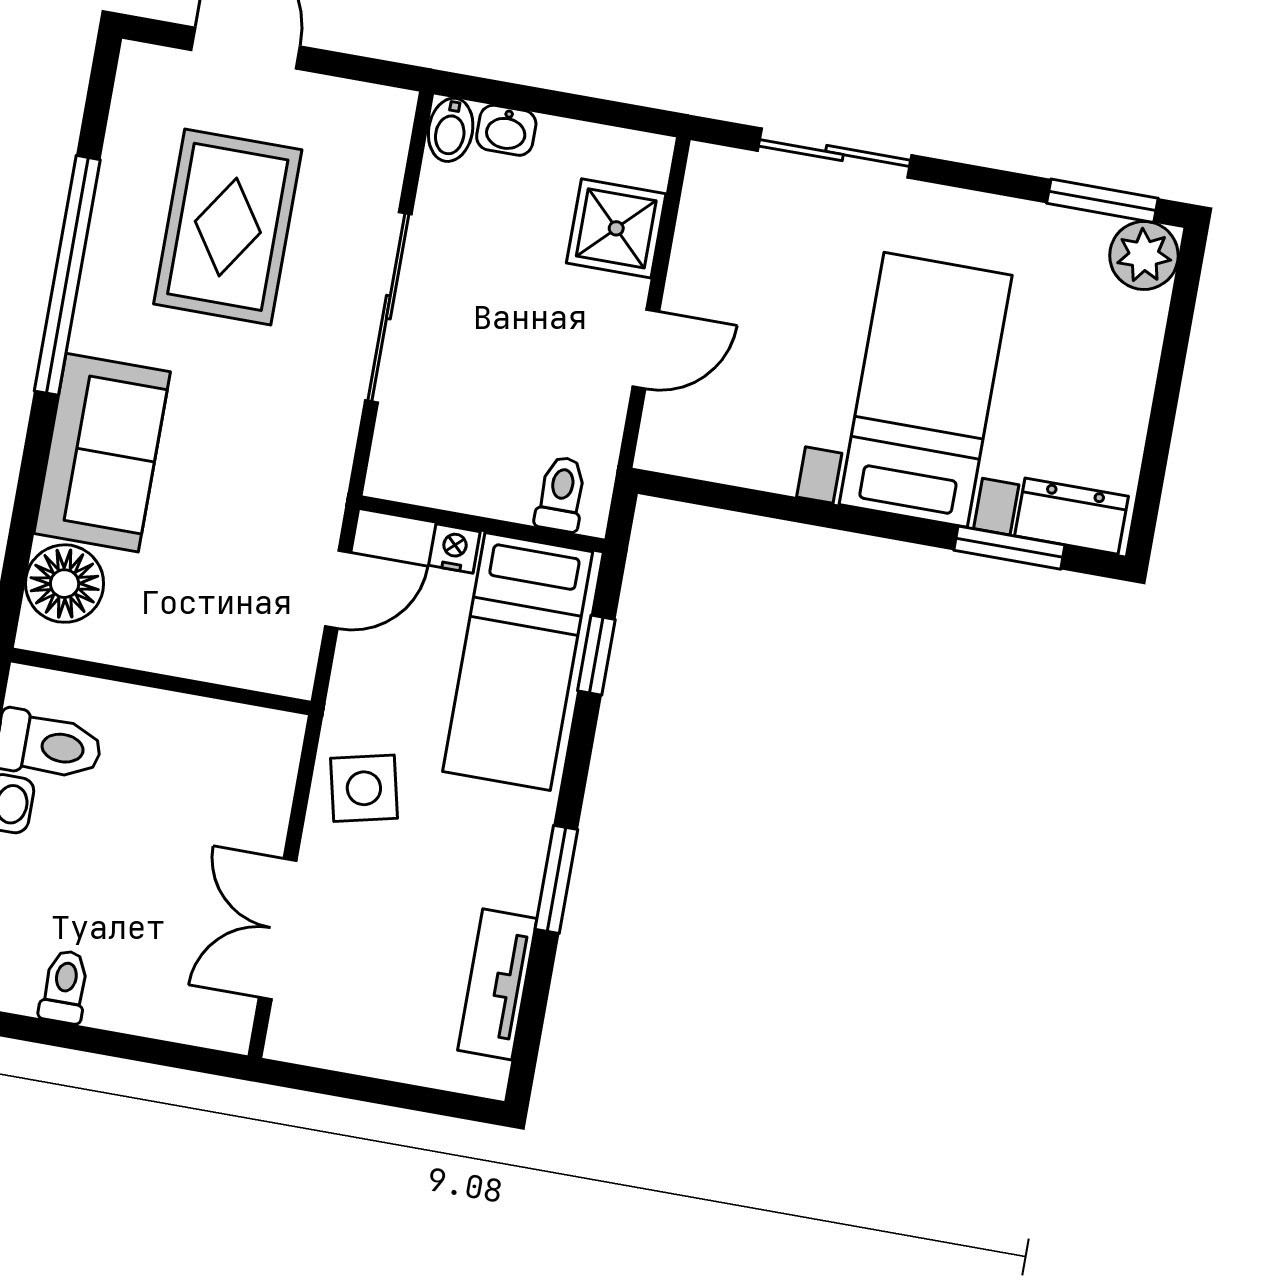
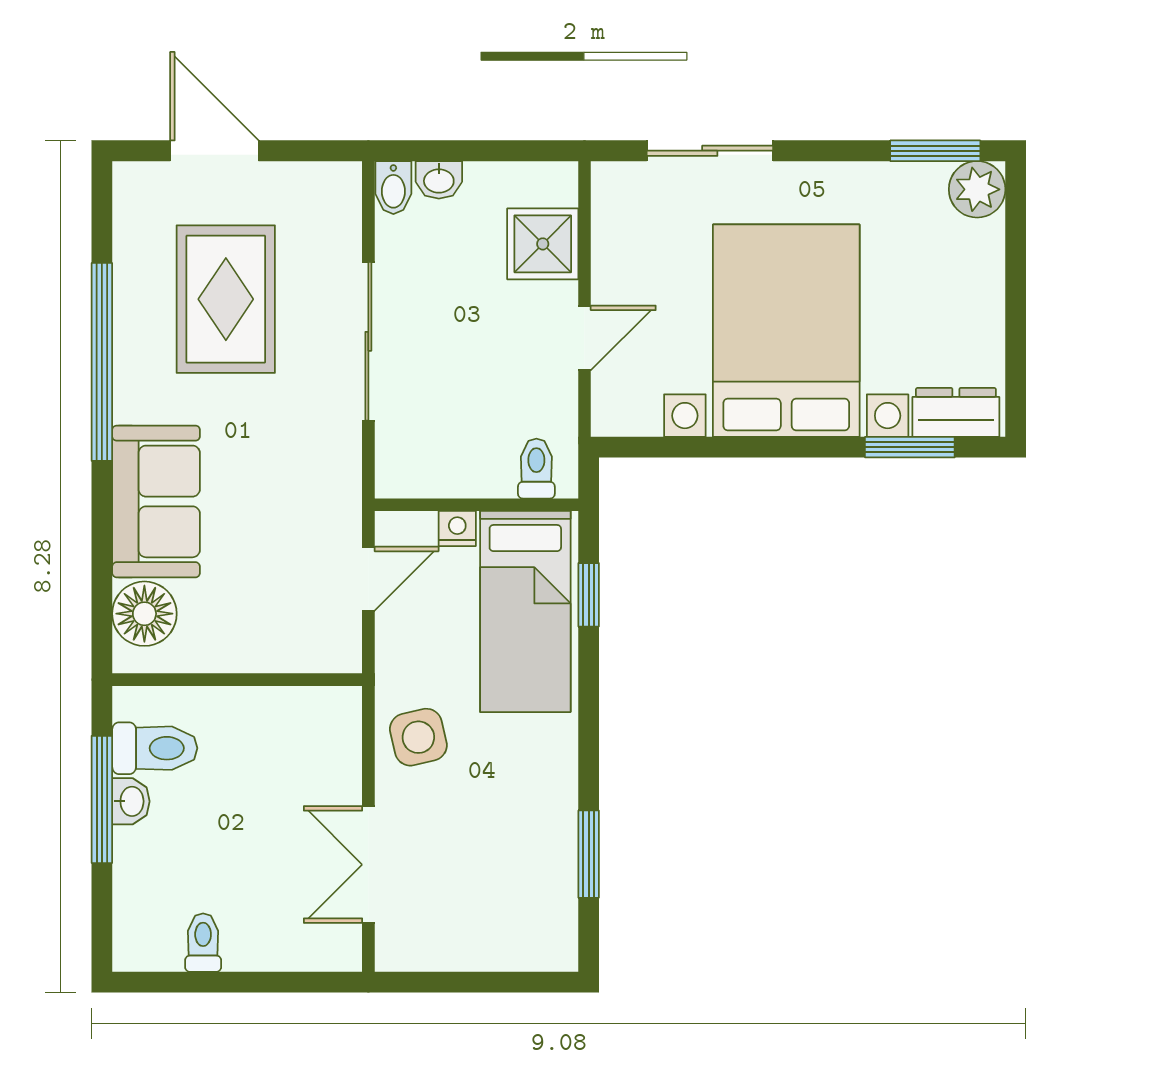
bed with nightstands: (926, 390) -> (786, 331), width x1.36
window: (556, 879) -> (589, 854), moved
tv unit: (497, 984) -> (556, 878), removed

